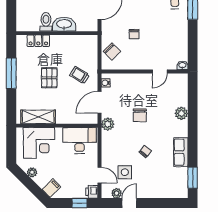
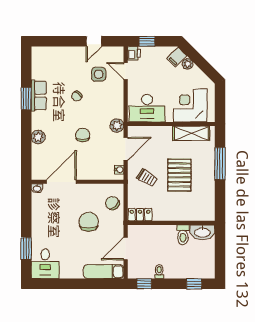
washbasin: (64, 24) -> (202, 232), moved
chair: (134, 34) -> (89, 222), width x1.87, depth x1.87
locker: (38, 41) -> (140, 215), moved
door: (160, 72) -> (61, 182), width x1.88
window: (11, 73) -> (220, 164), moved
pallet: (49, 78) -> (179, 175), width x1.50, depth x1.42
plant: (32, 172) -> (188, 64), moved
window: (193, 178) -> (26, 99), moved
plant: (117, 193) -> (107, 52), removed

